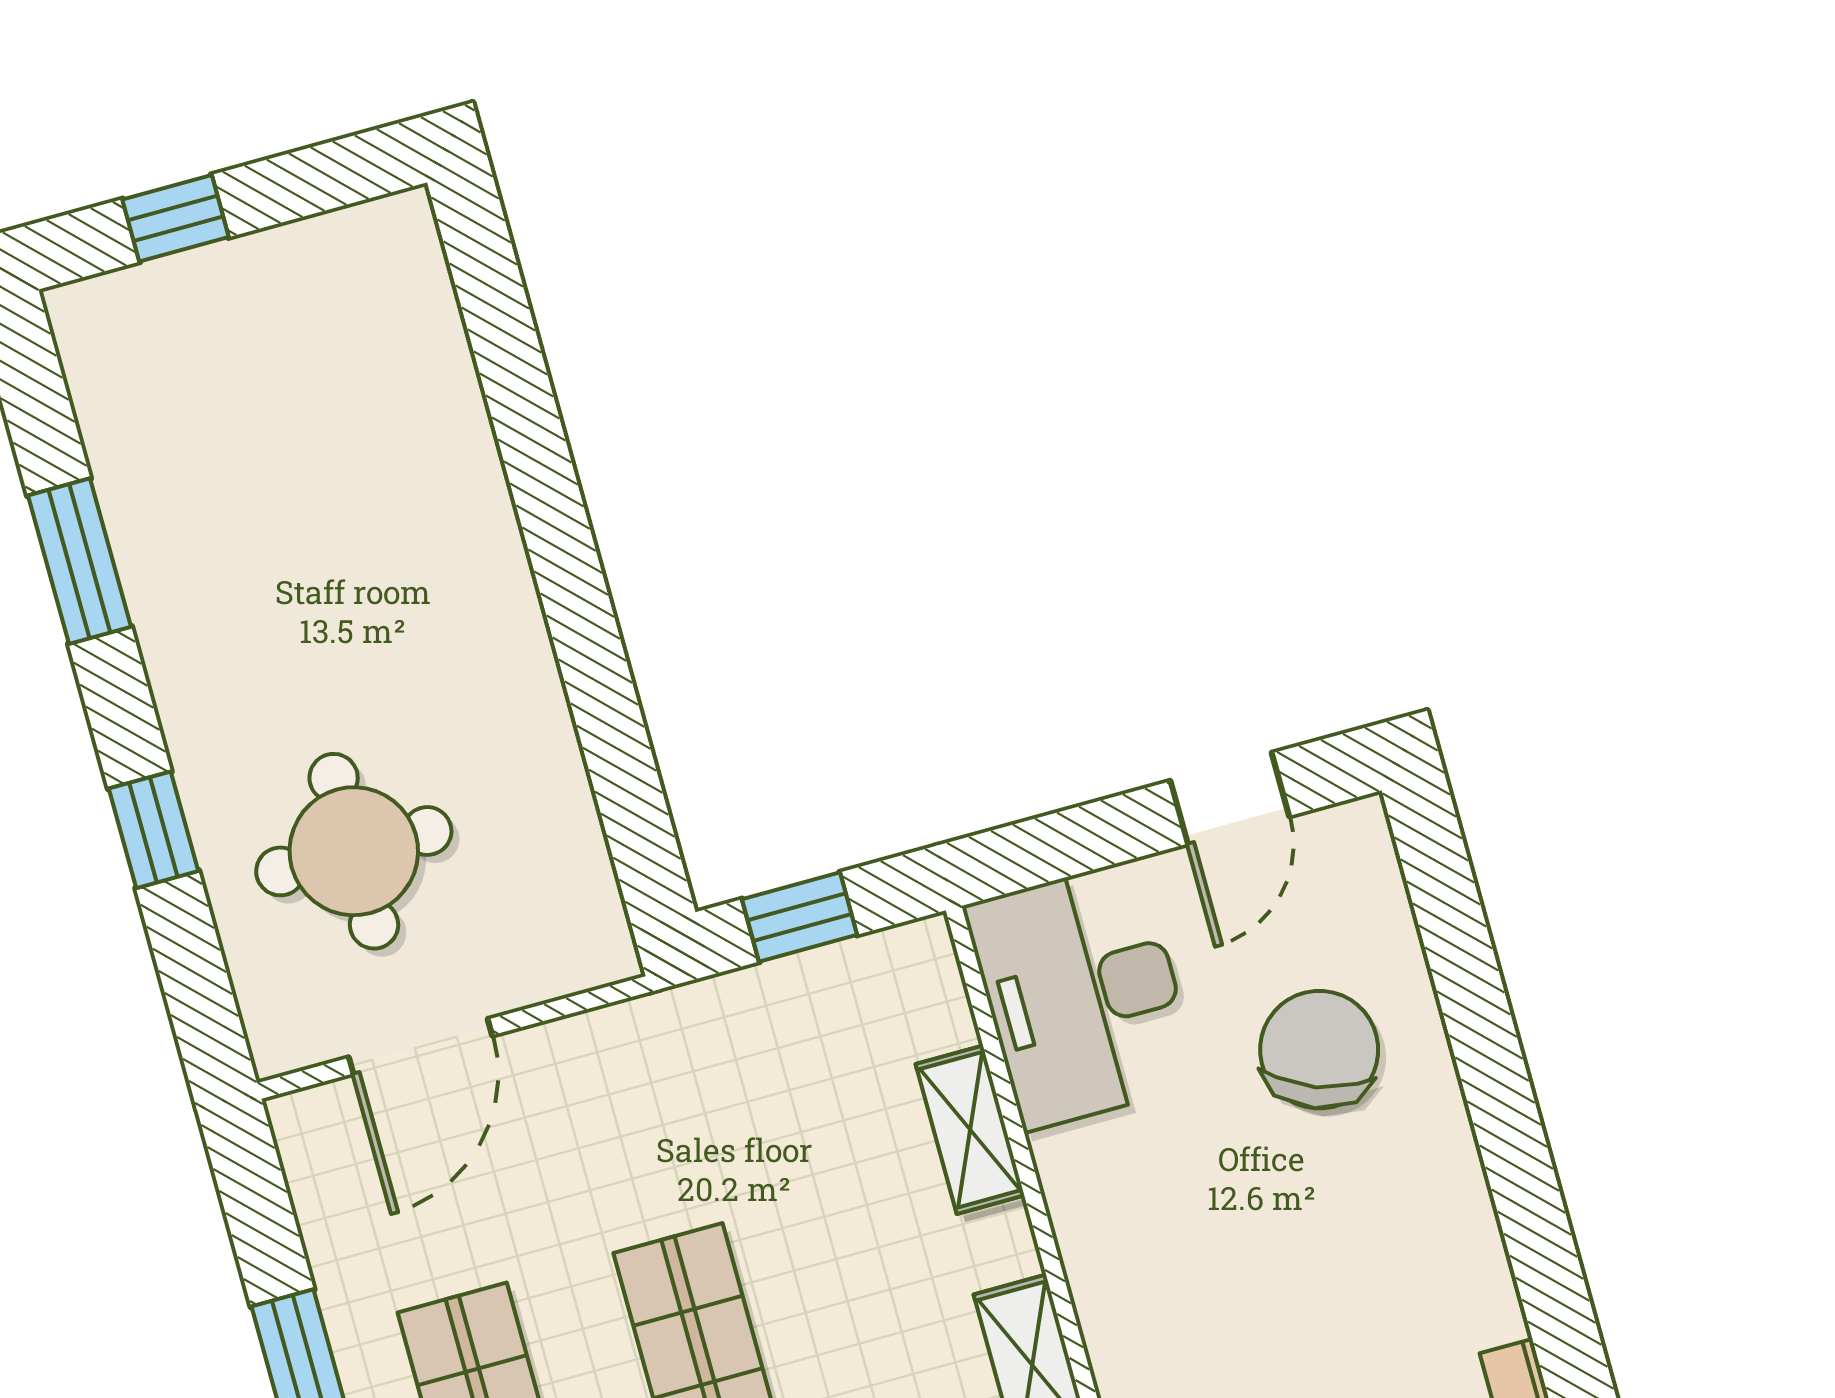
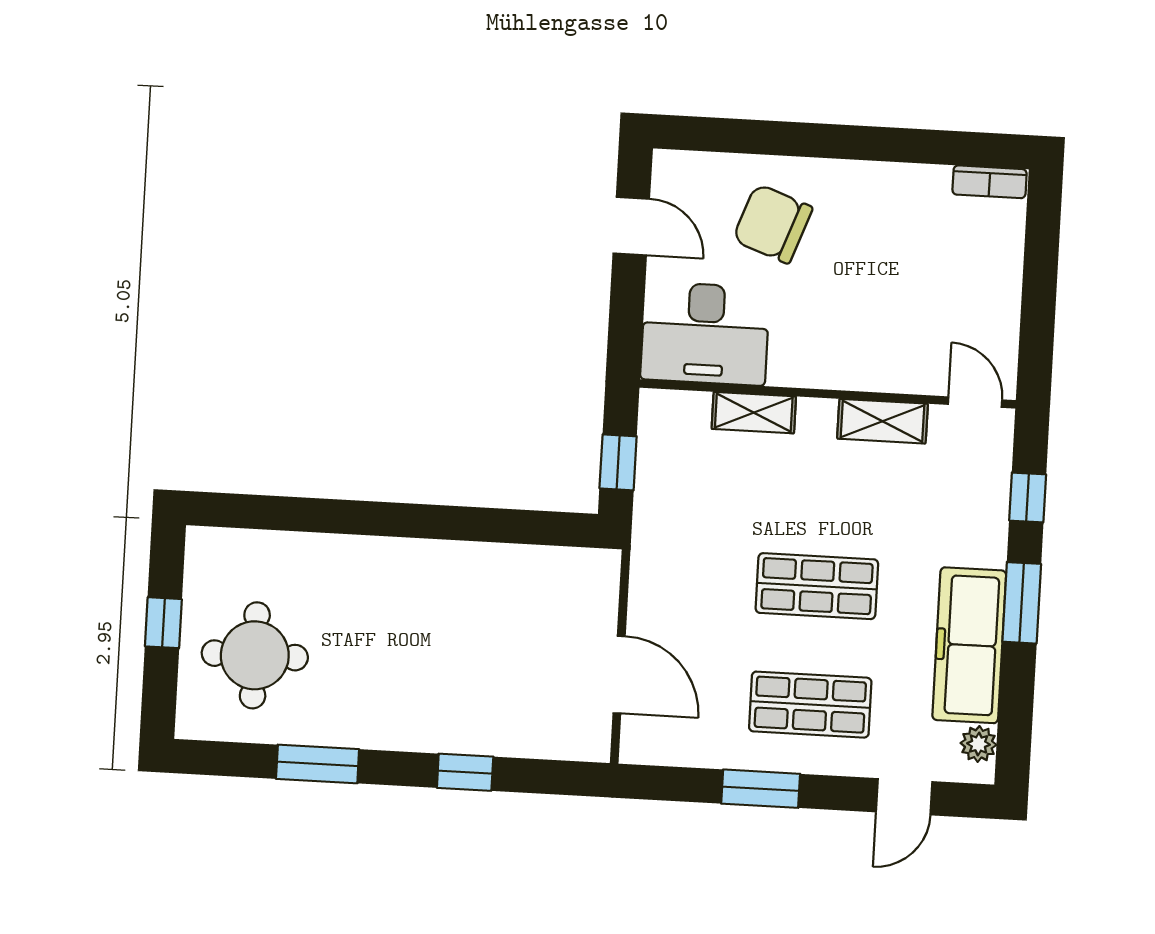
window: (175, 218) -> (163, 623), moved
round table: (354, 851) -> (255, 655), moved

